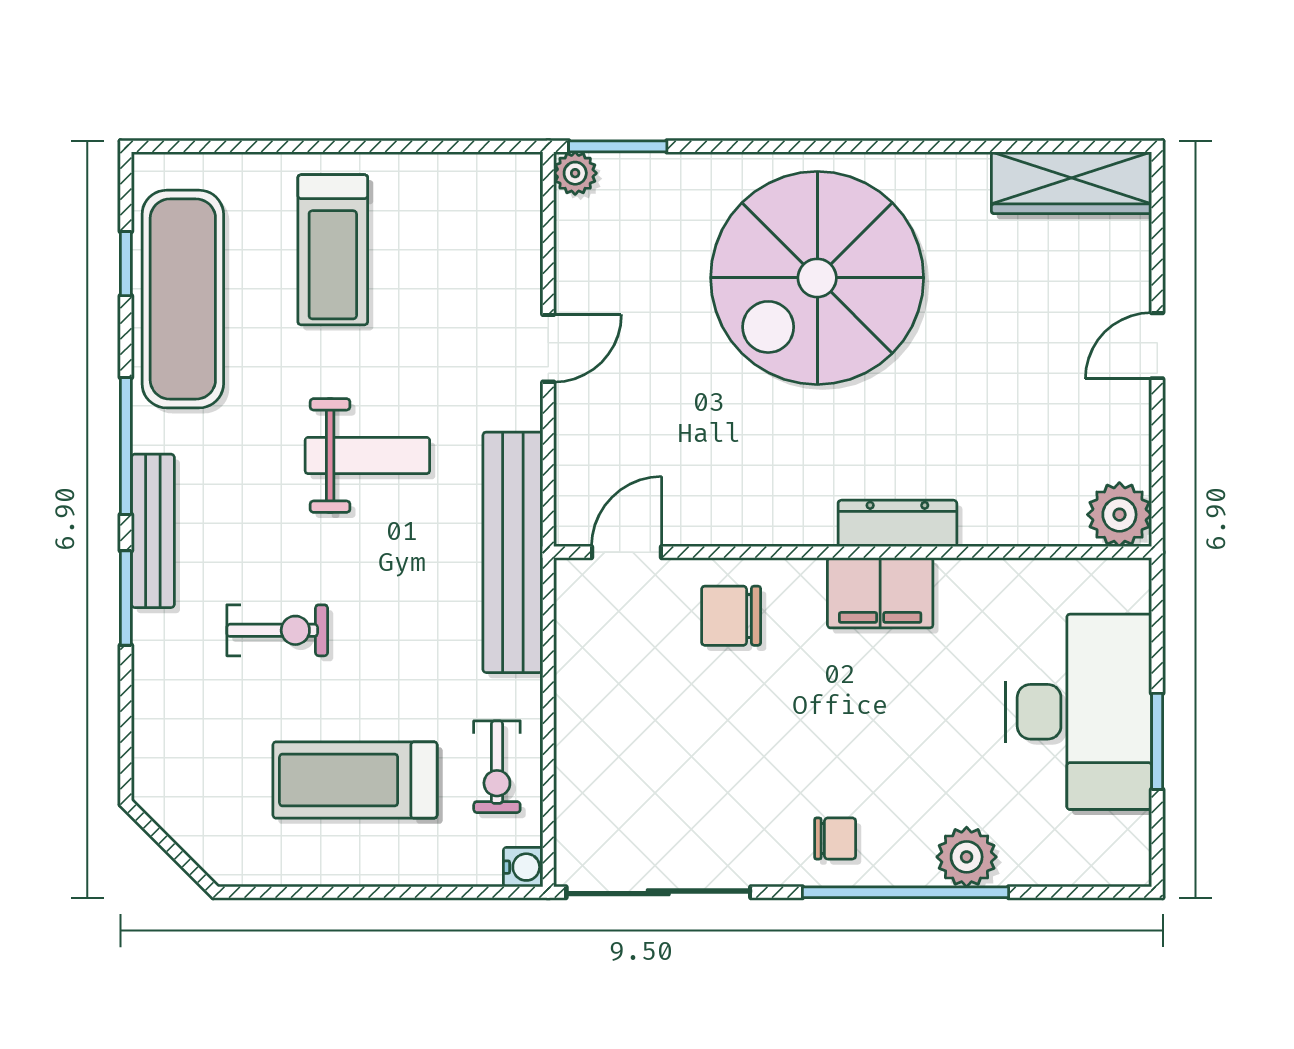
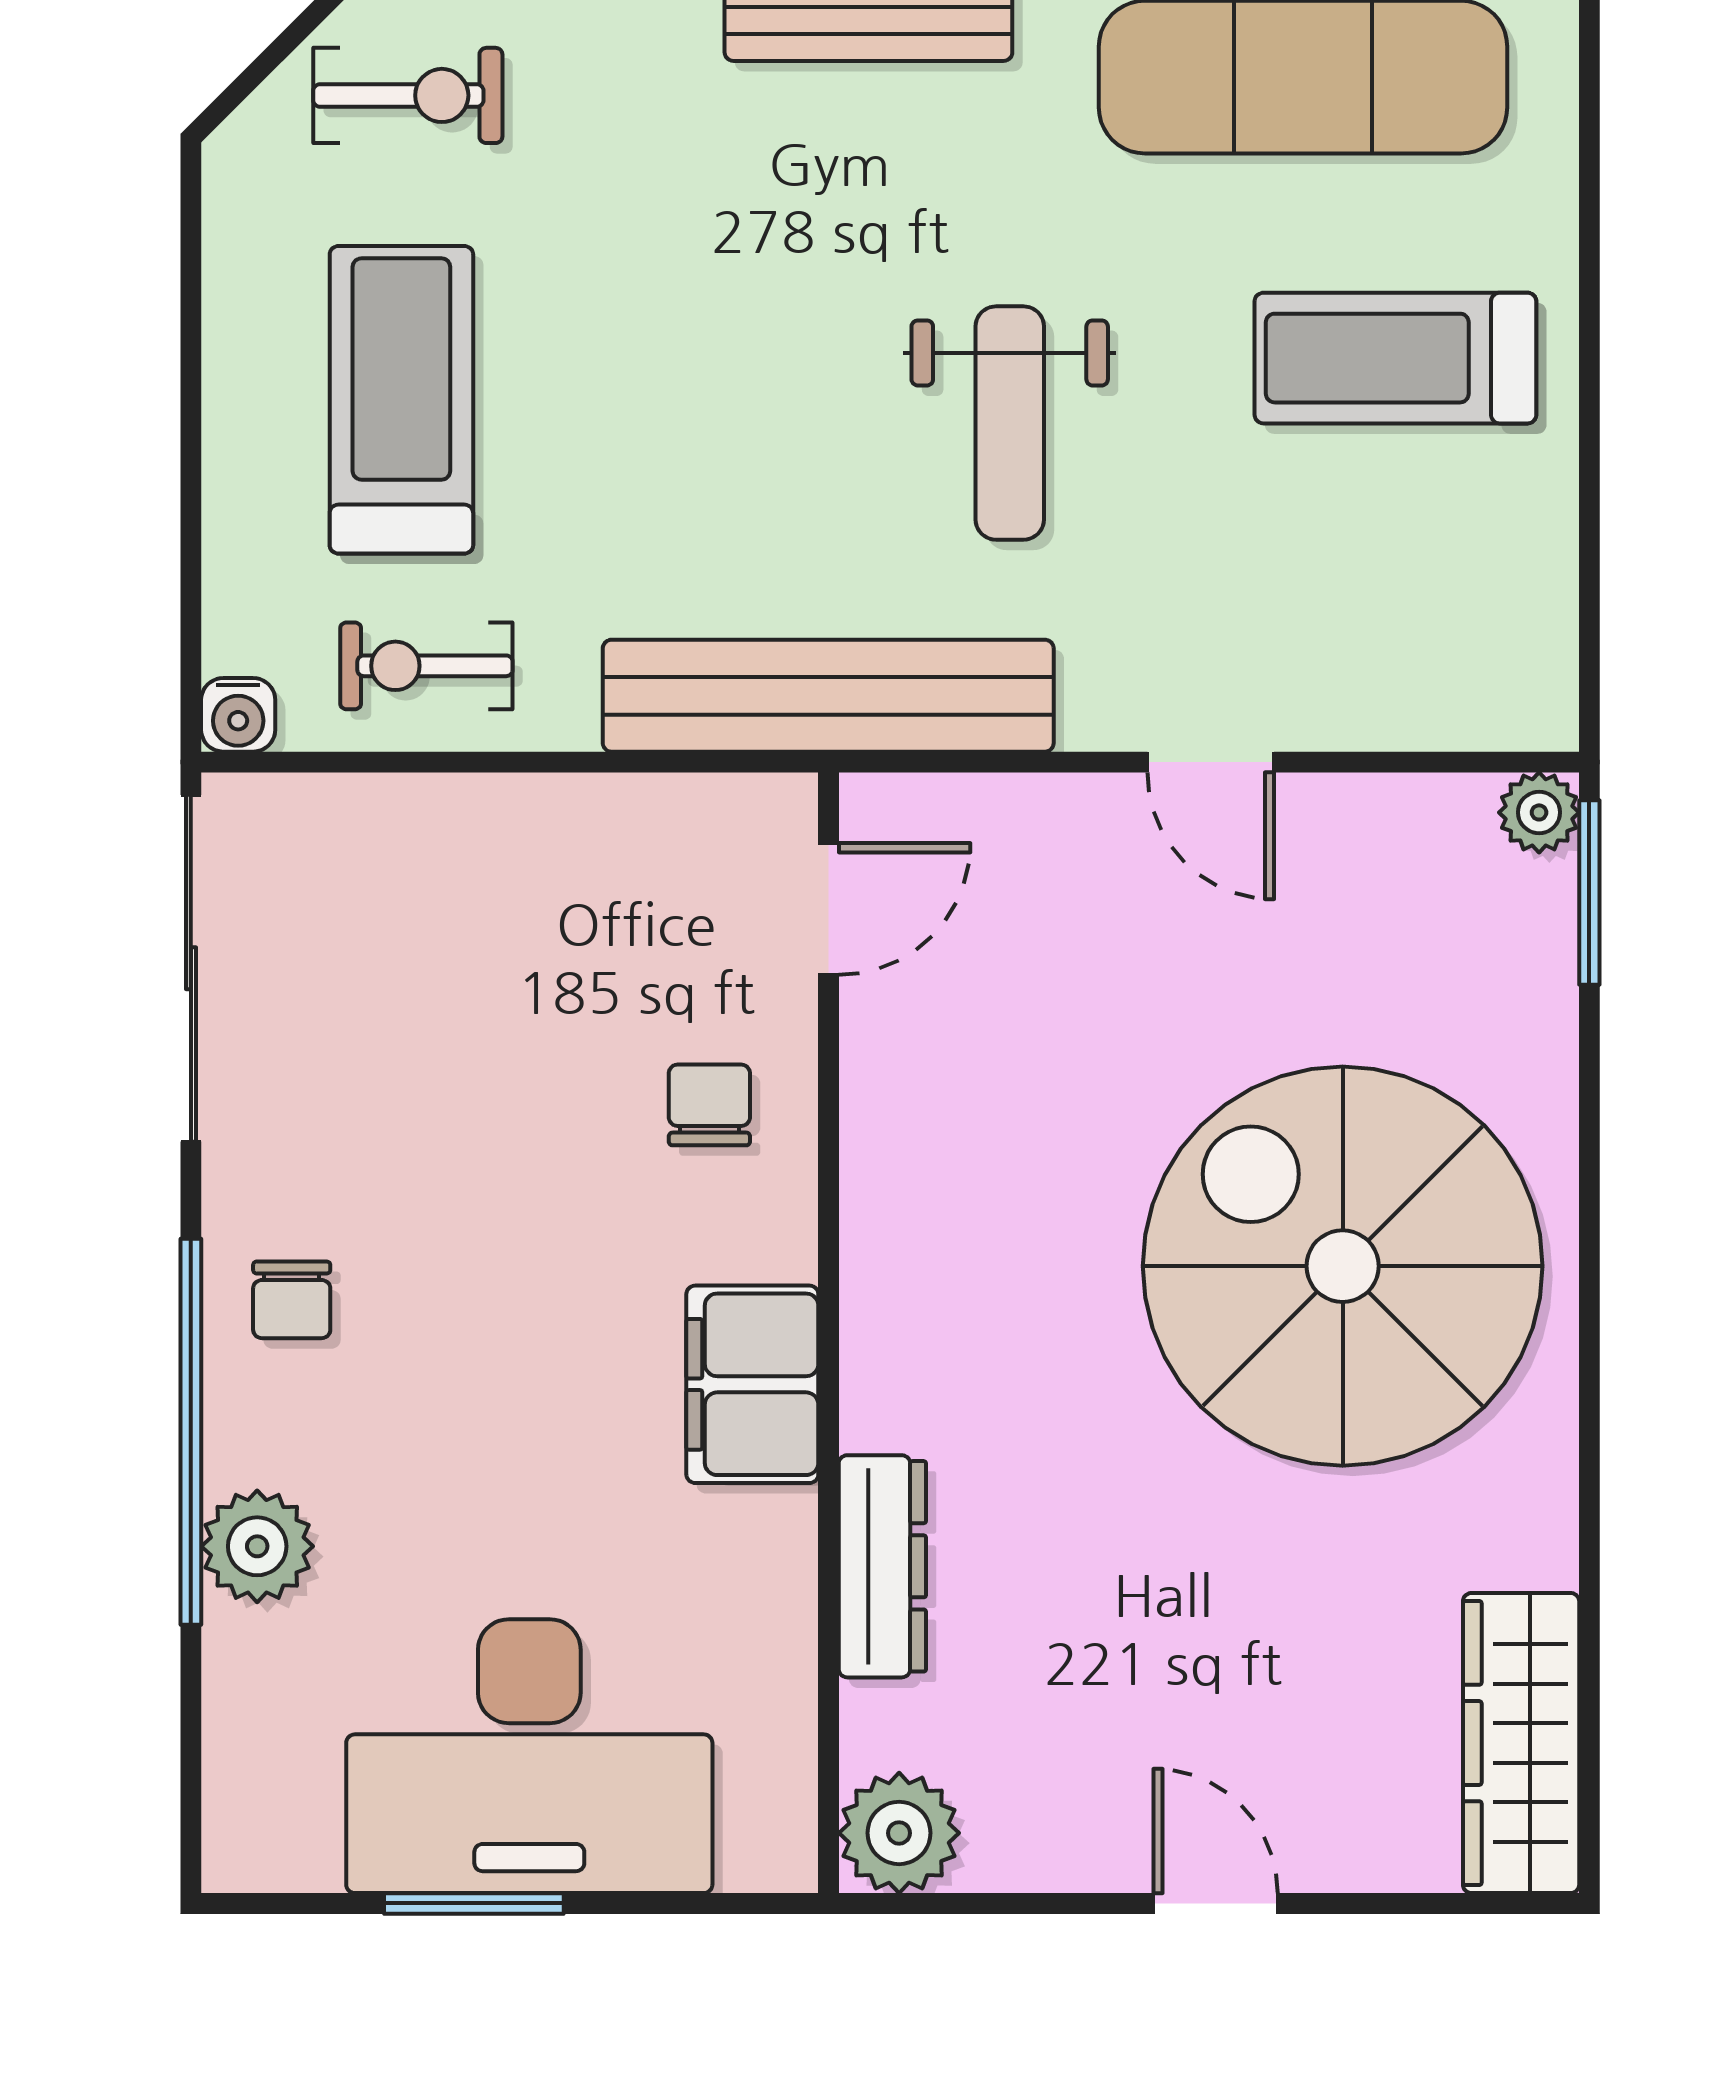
dresser: (897, 523) -> (882, 1566), moved
door: (627, 552) -> (829, 909), hinge flipped
chair: (731, 616) -> (709, 1105), width x0.73, depth x0.73
exercise bike: (277, 630) -> (408, 95), moved, turned -90

